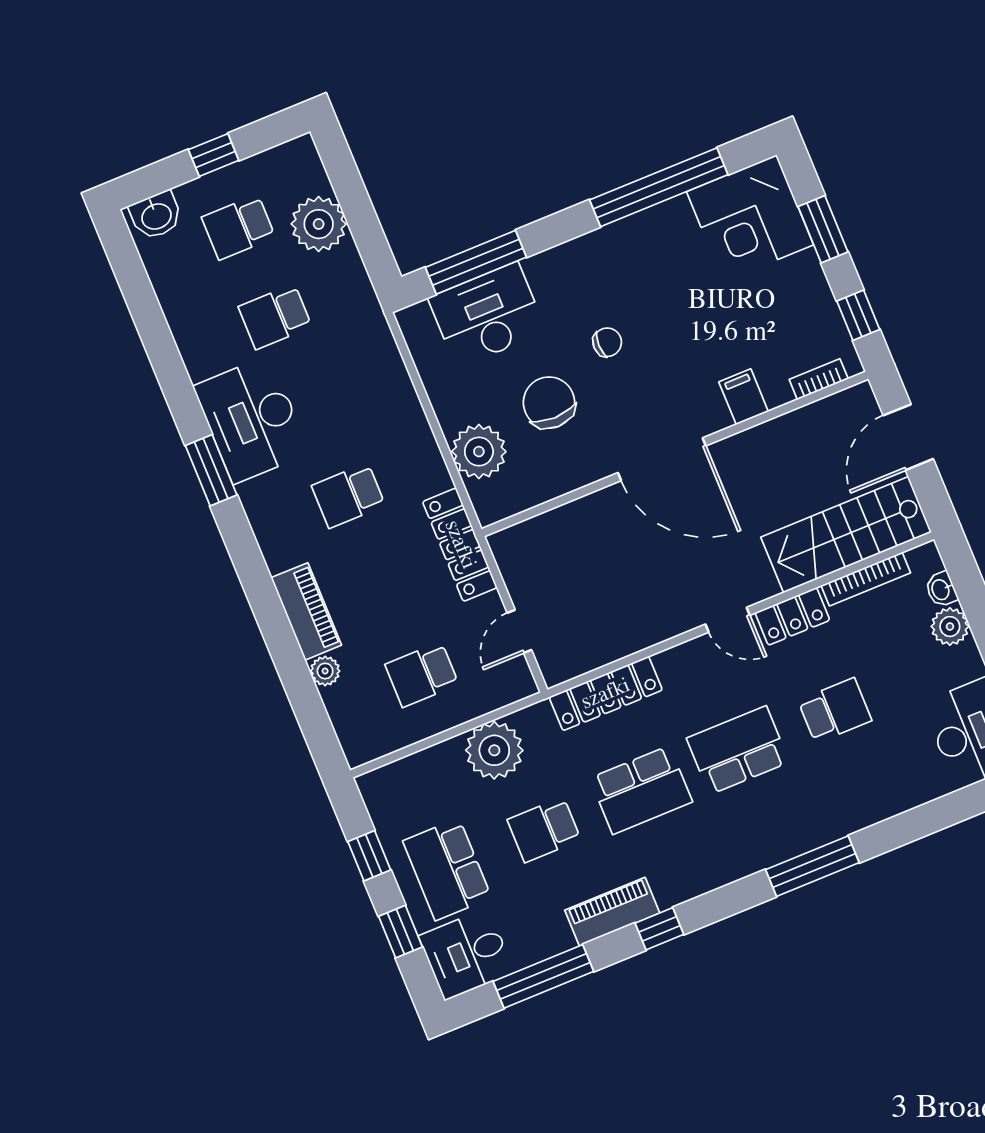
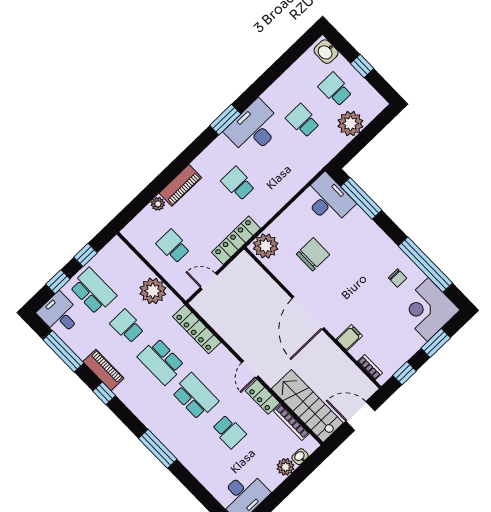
desk: (487, 315) -> (328, 200), moved
chair: (607, 342) -> (398, 278), moved
plant: (479, 452) -> (266, 246), moved
school desk: (447, 869) -> (93, 291), turned 90

